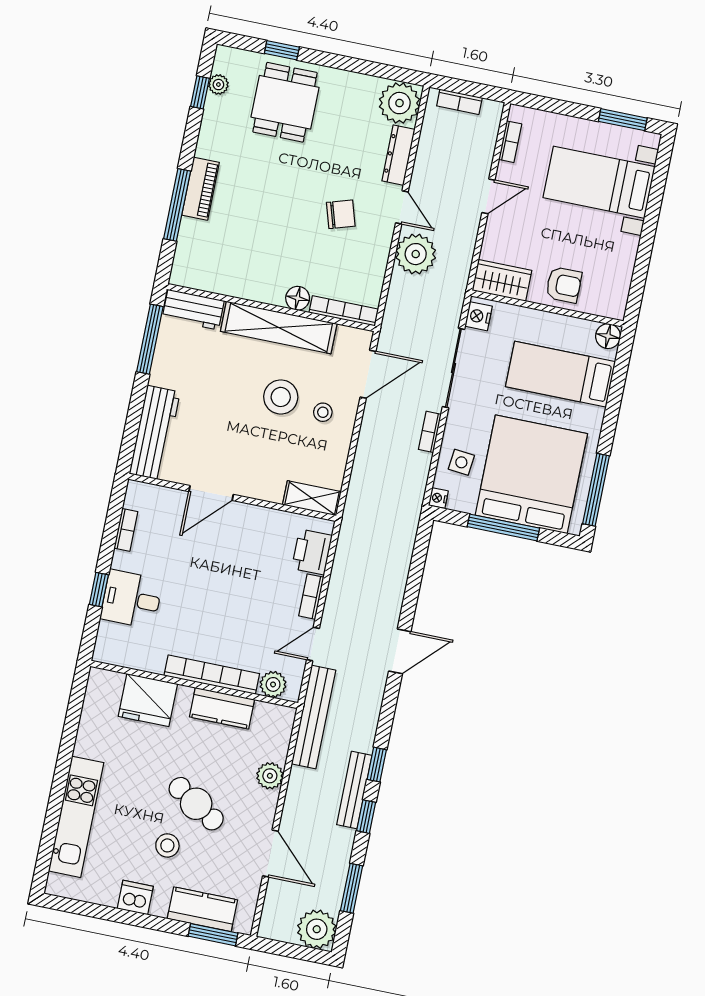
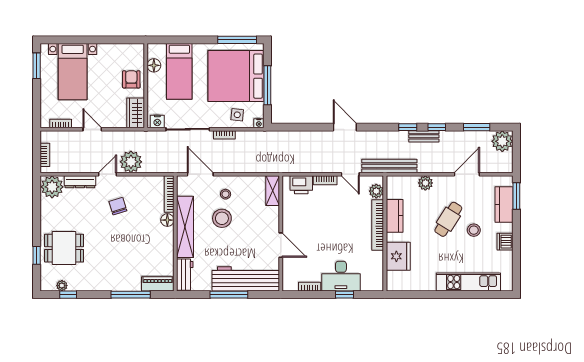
piano: (201, 189) -> (158, 284), moved
floor lamp: (608, 336) -> (154, 65), moved
window: (150, 339) -> (229, 295), moved
workbench: (155, 433) -> (246, 279), width x1.36, depth x1.32
desk: (132, 599) -> (341, 276), width x1.37
bench: (354, 790) -> (424, 136), width x0.73

